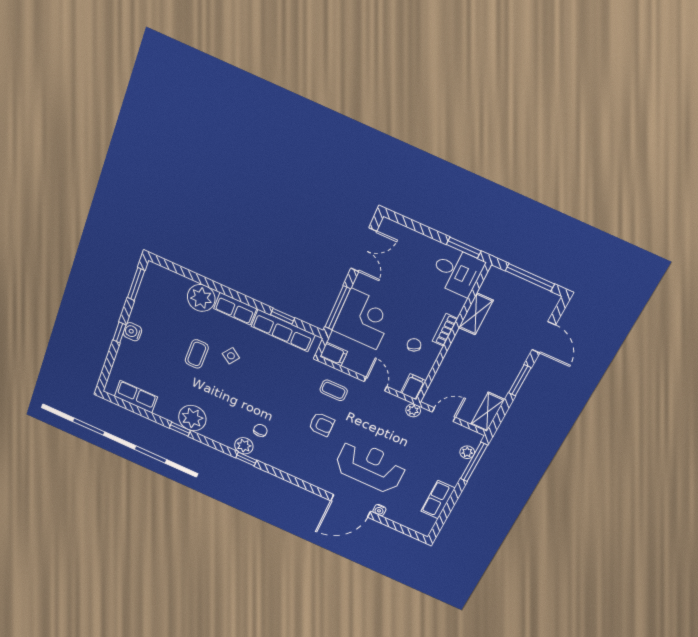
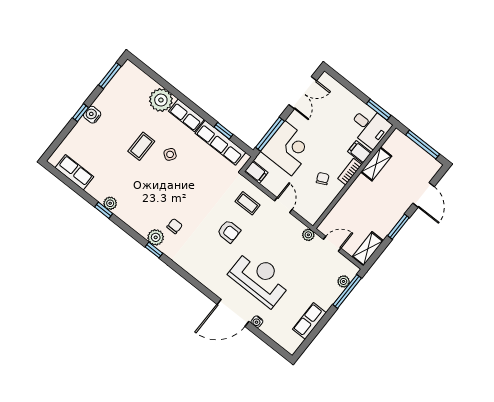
filing cabinet: (413, 387) -> (360, 152), moved, turned -90
plant: (192, 418) -> (110, 203), width x0.53, depth x0.53

